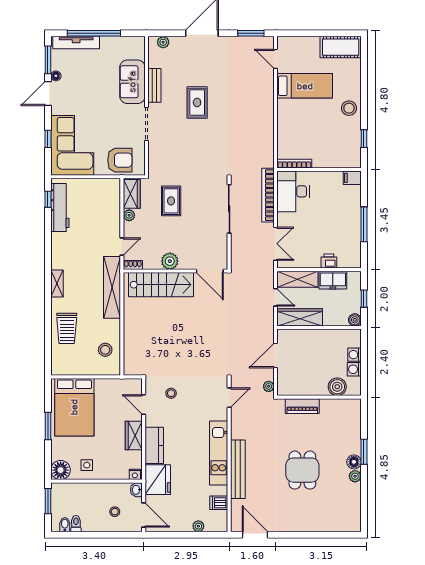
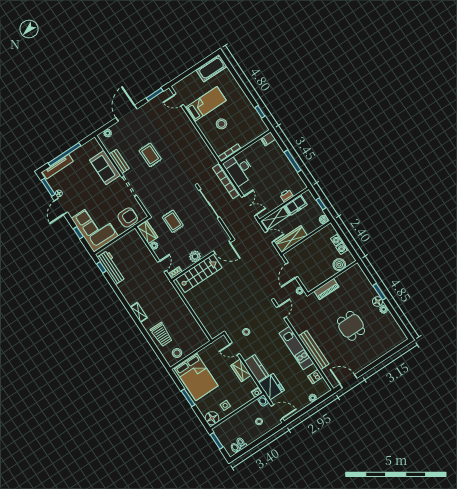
stool: (349, 108) -> (221, 124), moved
shelving: (112, 287) -> (172, 294), removed
stool: (105, 350) -> (177, 353), moved

